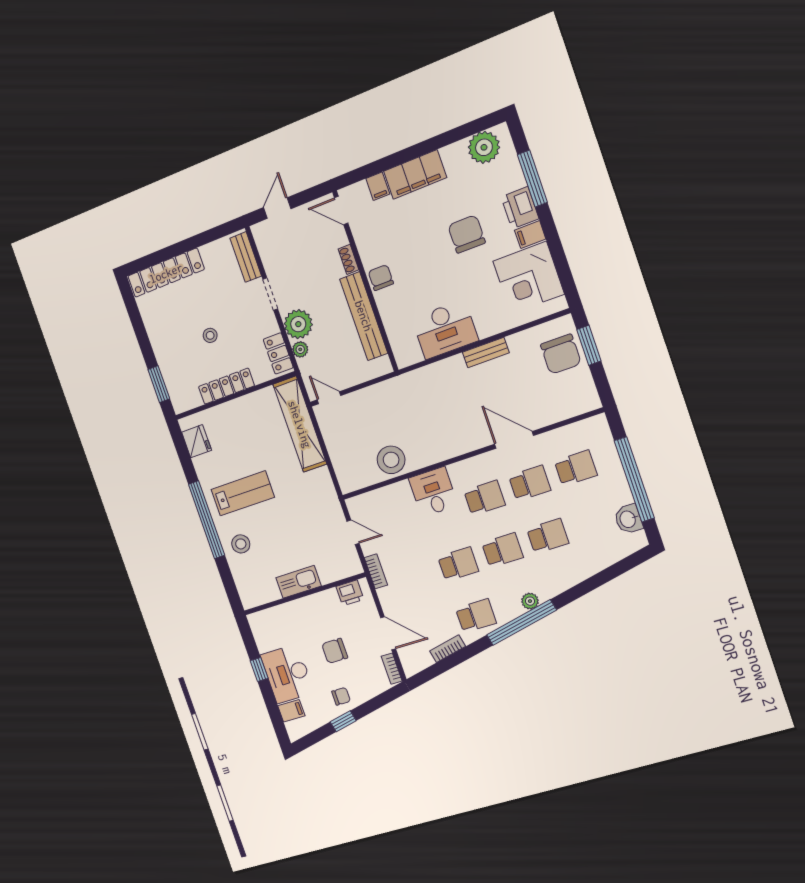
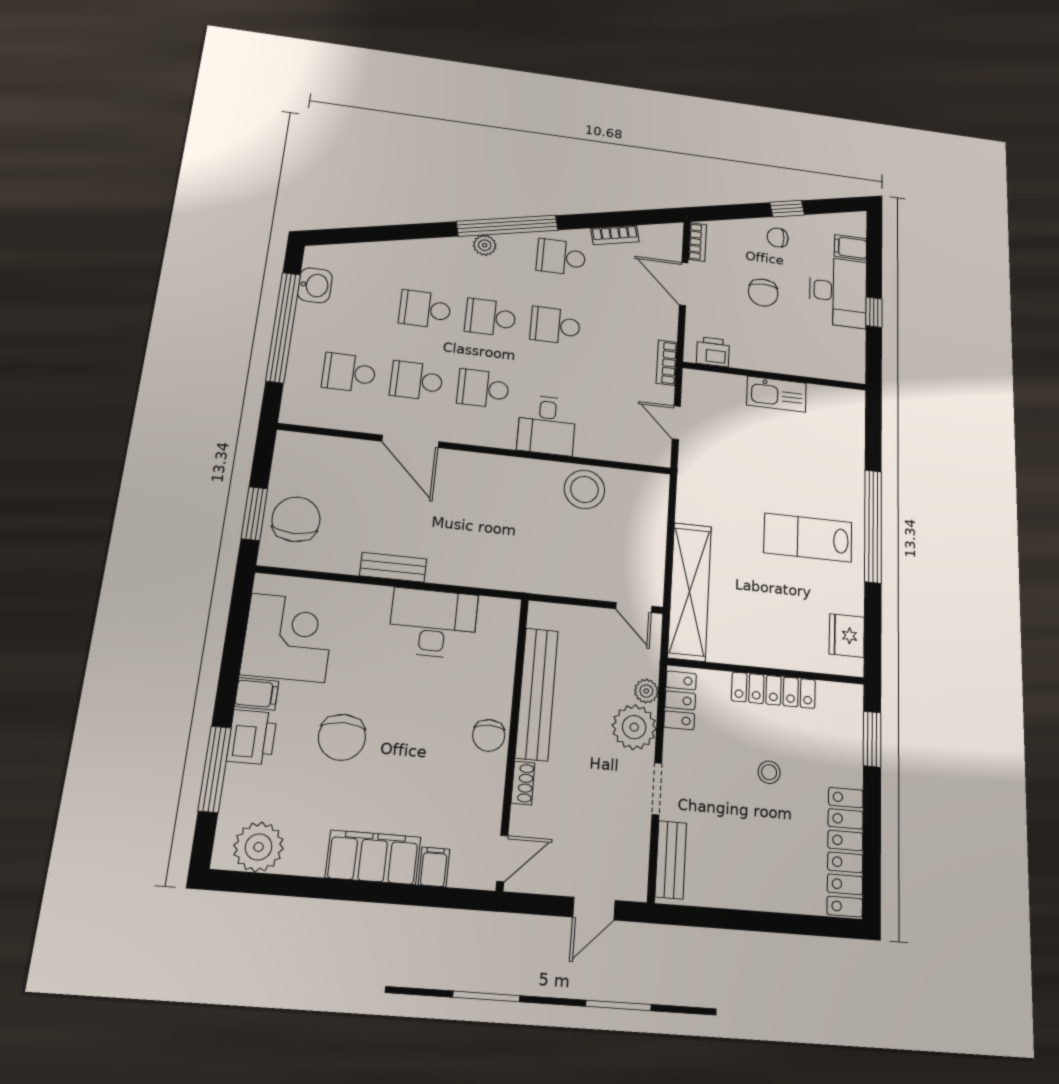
door: (341, 210) -> (502, 858), hinge flipped
locker: (166, 273) -> (845, 851), moved, turned -90
stool: (241, 544) -> (837, 475), removed
chair: (335, 651) -> (763, 293), turned 90

